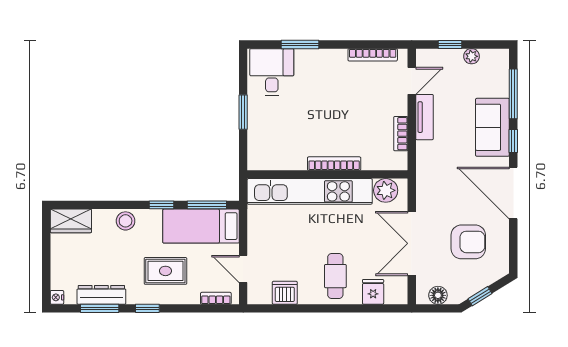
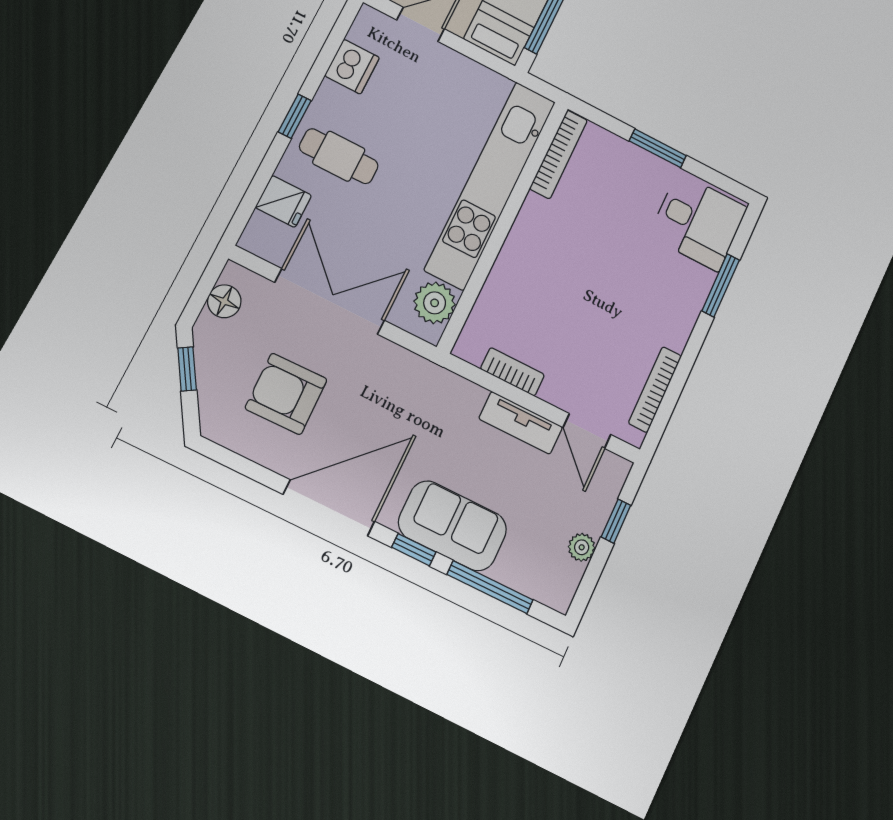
bookcase: (334, 164) -> (559, 154), moved
armchair: (468, 242) -> (286, 394), turned 89
window: (326, 308) -> (295, 116), added

